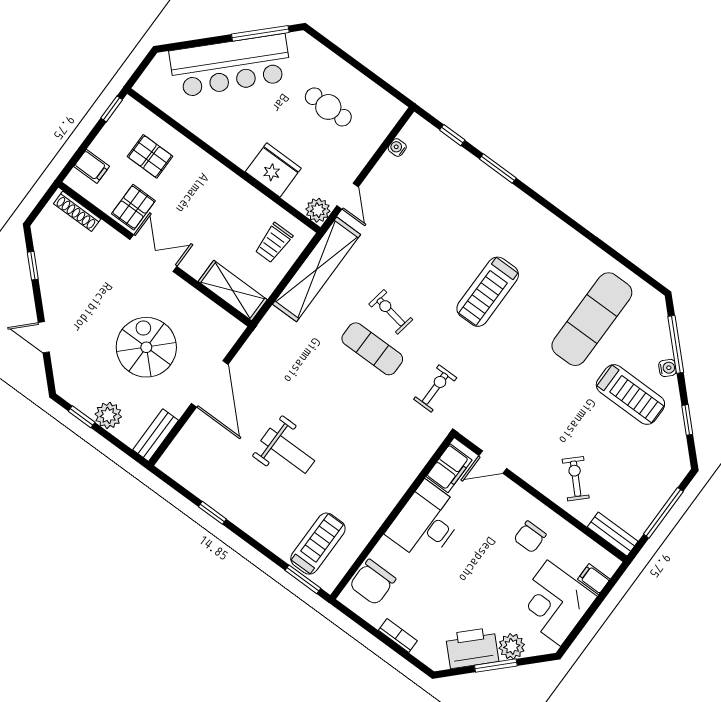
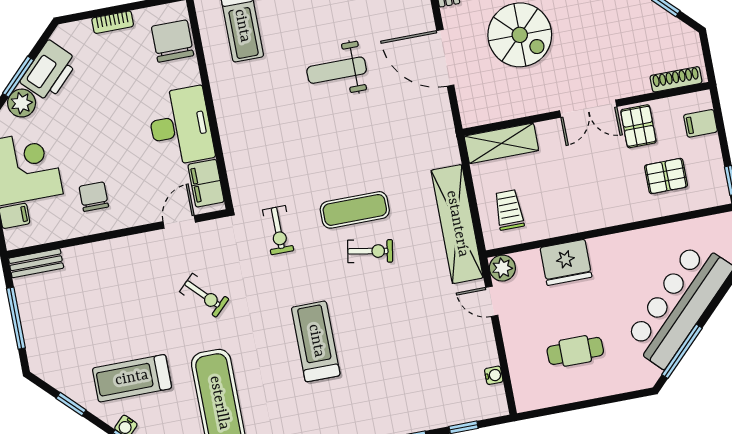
exercise bike: (576, 479) -> (204, 295), moved

